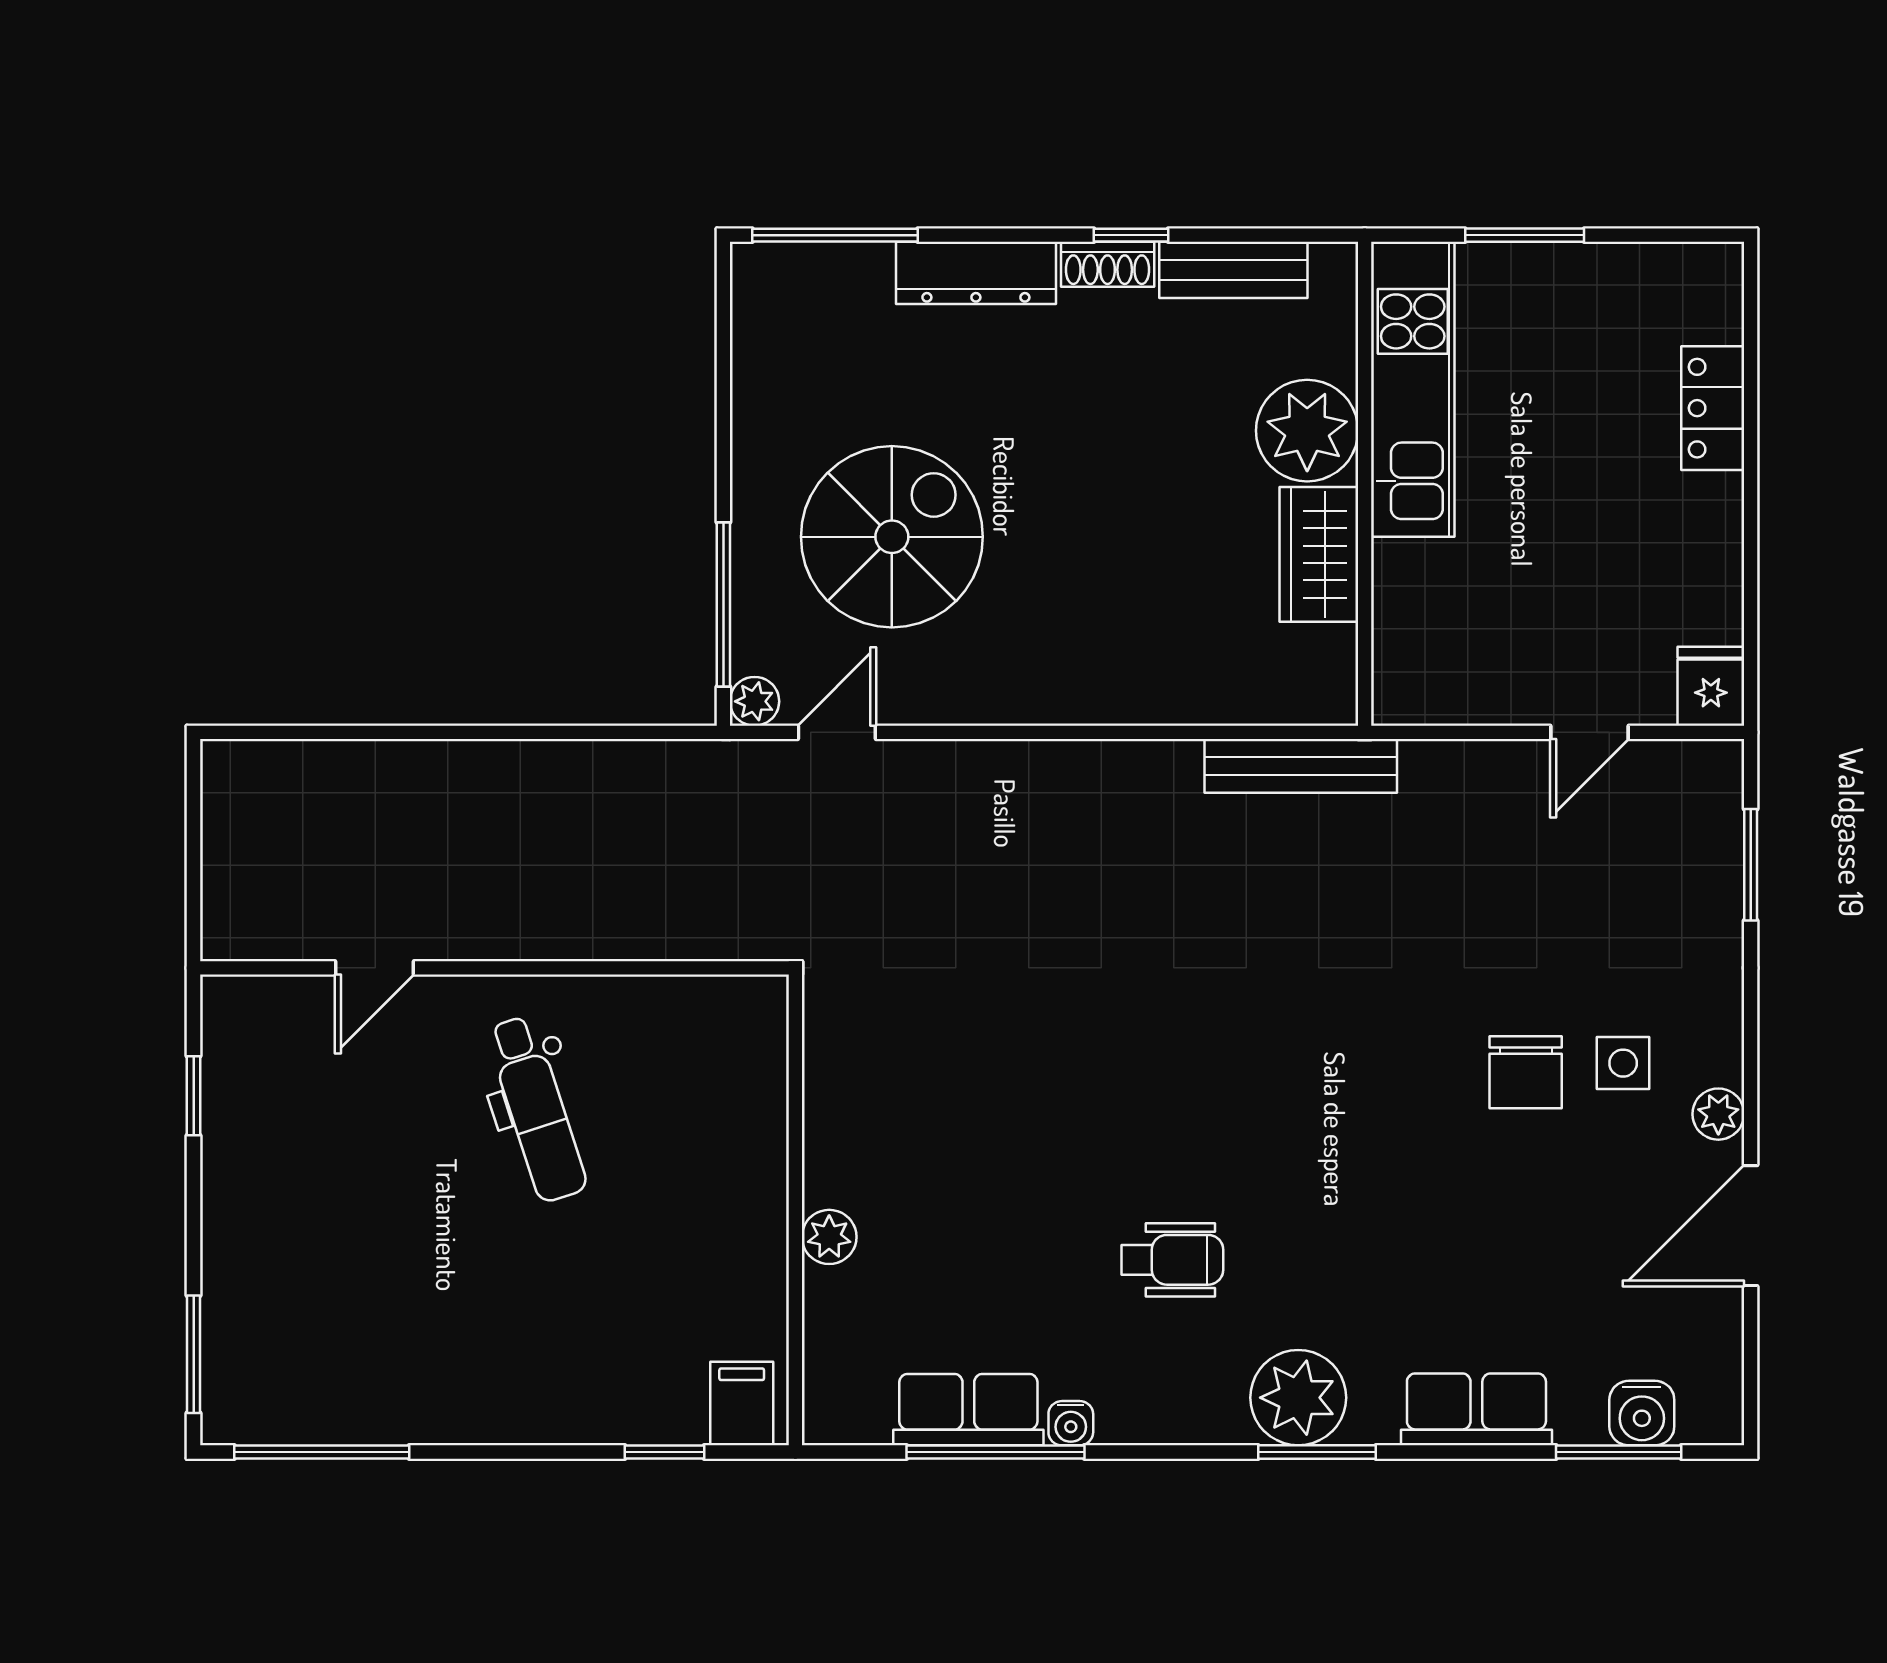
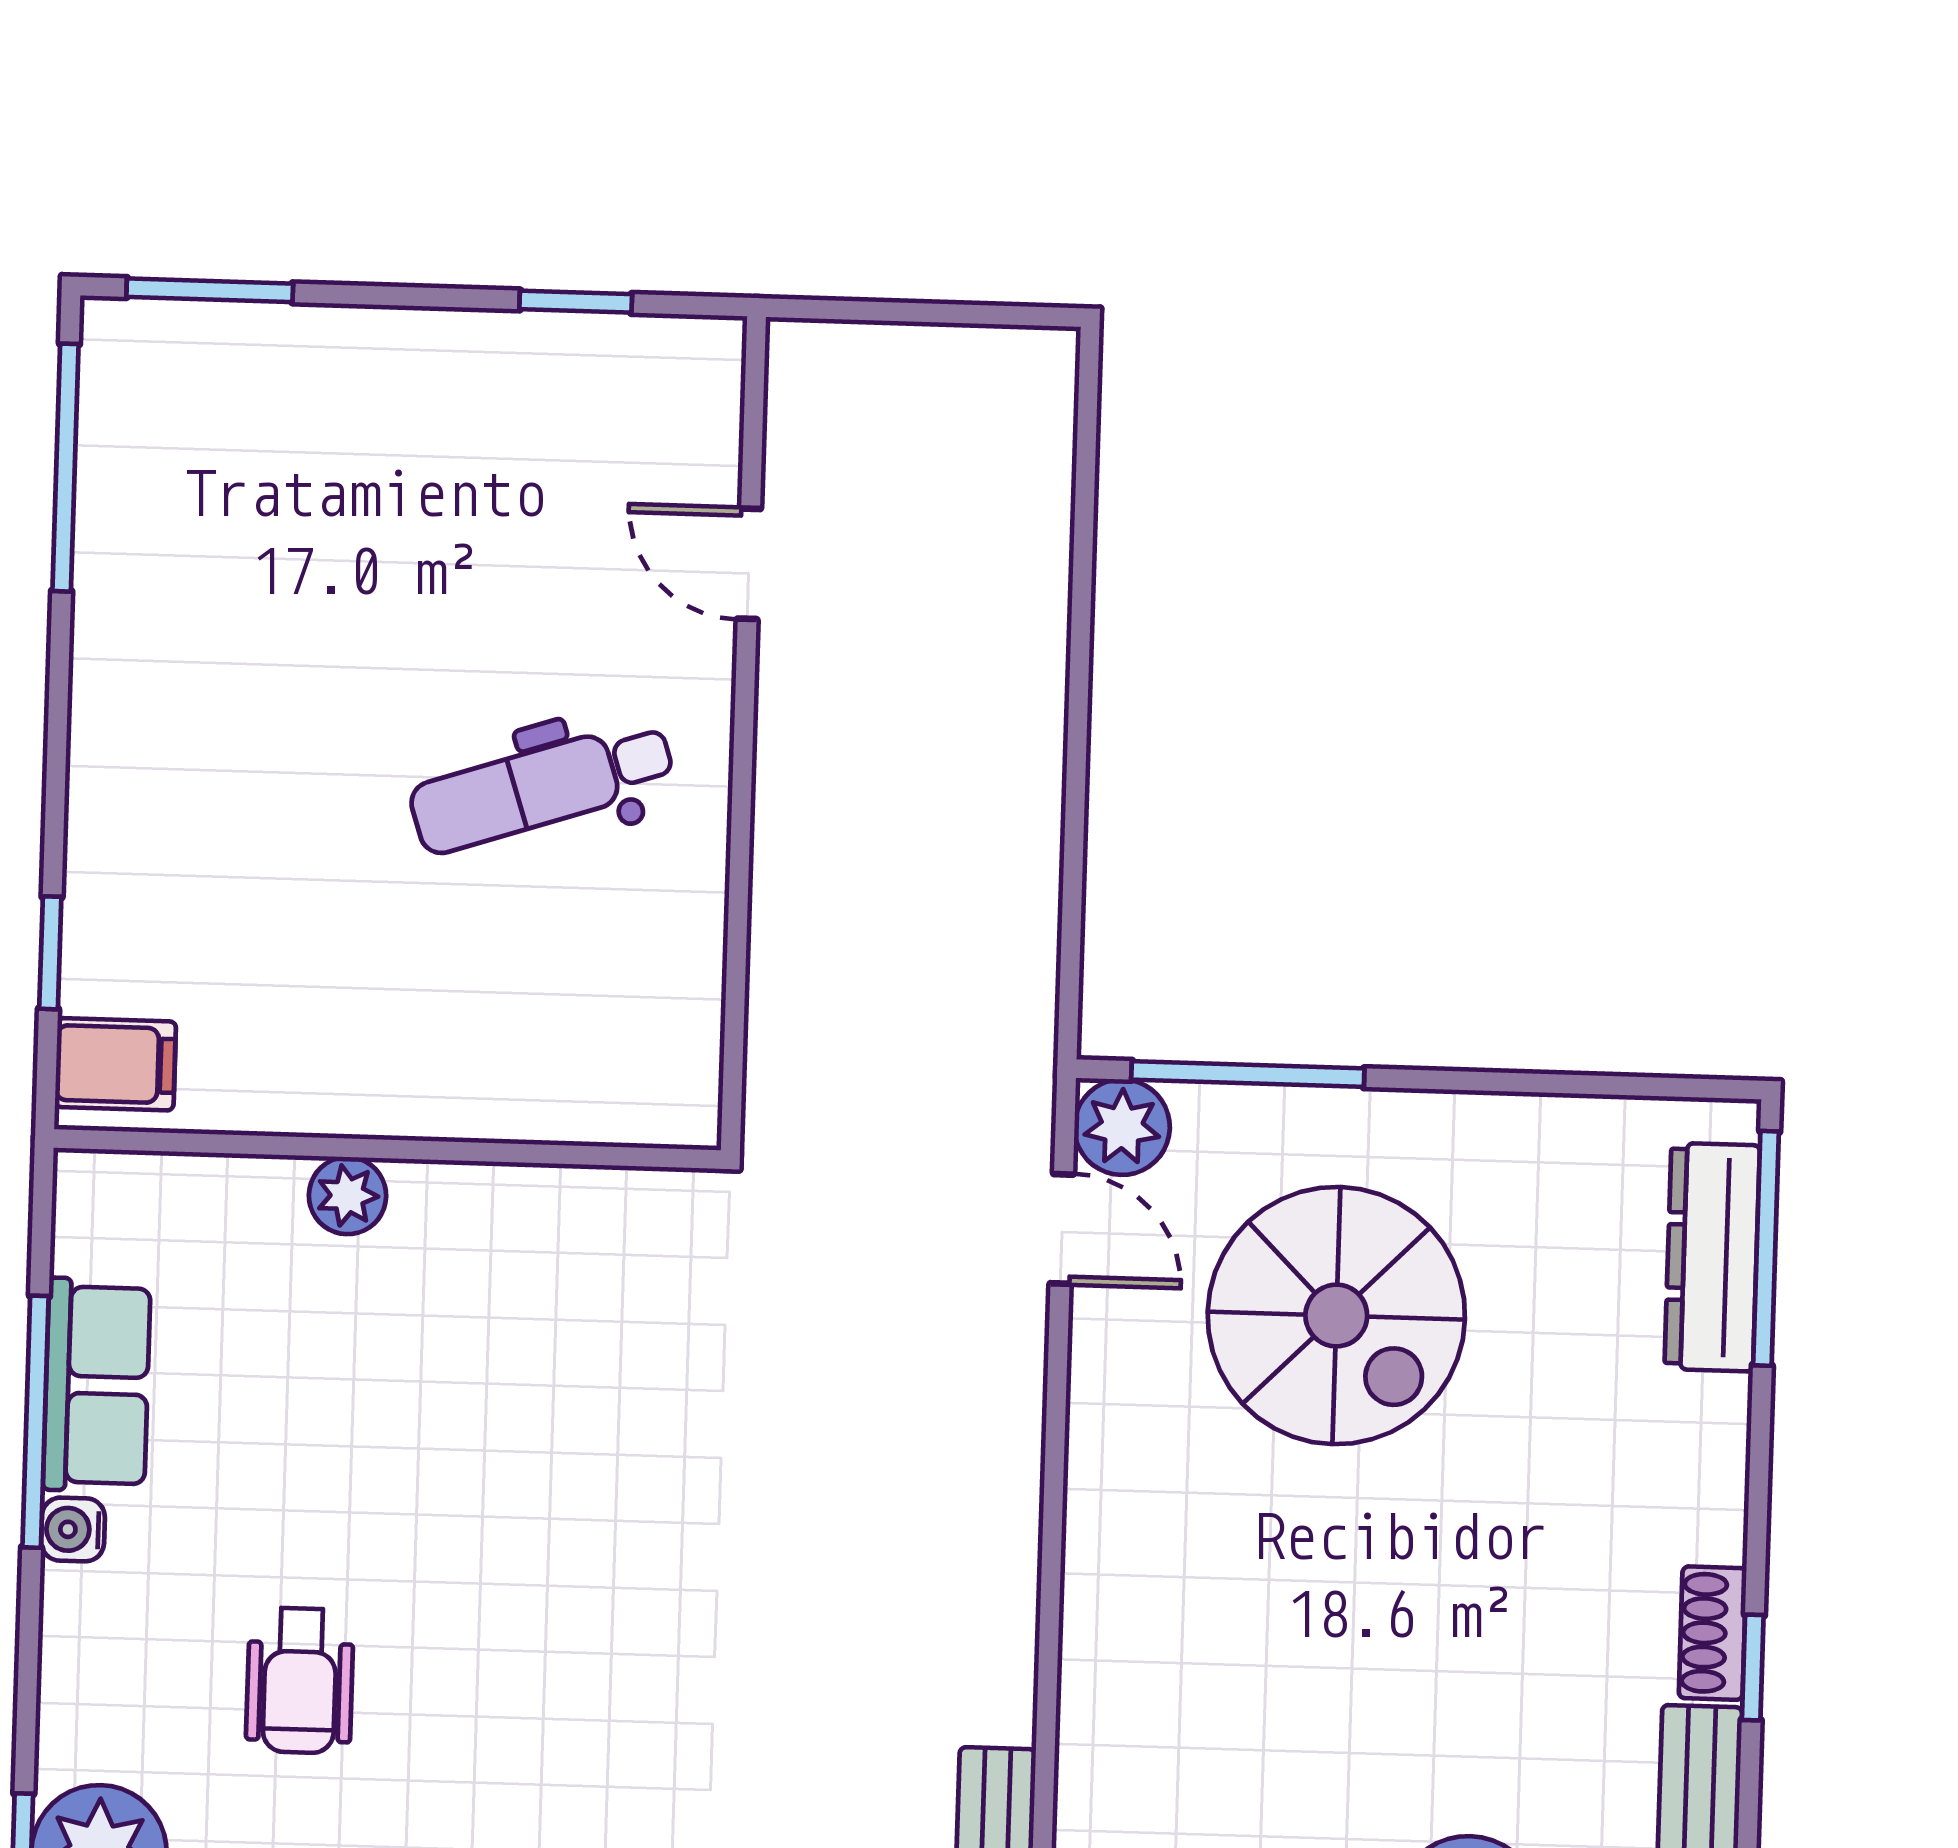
dresser: (976, 273) -> (1712, 1257), moved
plant: (755, 701) -> (1122, 1127), width x1.38, depth x1.38

